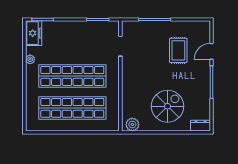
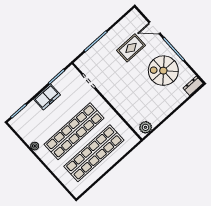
freezer: (34, 33) -> (47, 97), moved, turned 90
rug: (178, 50) -> (131, 48), turned 90
door: (212, 51) -> (155, 28), hinge flipped
spiral stairs: (168, 106) -> (163, 71), moved, turned -90

